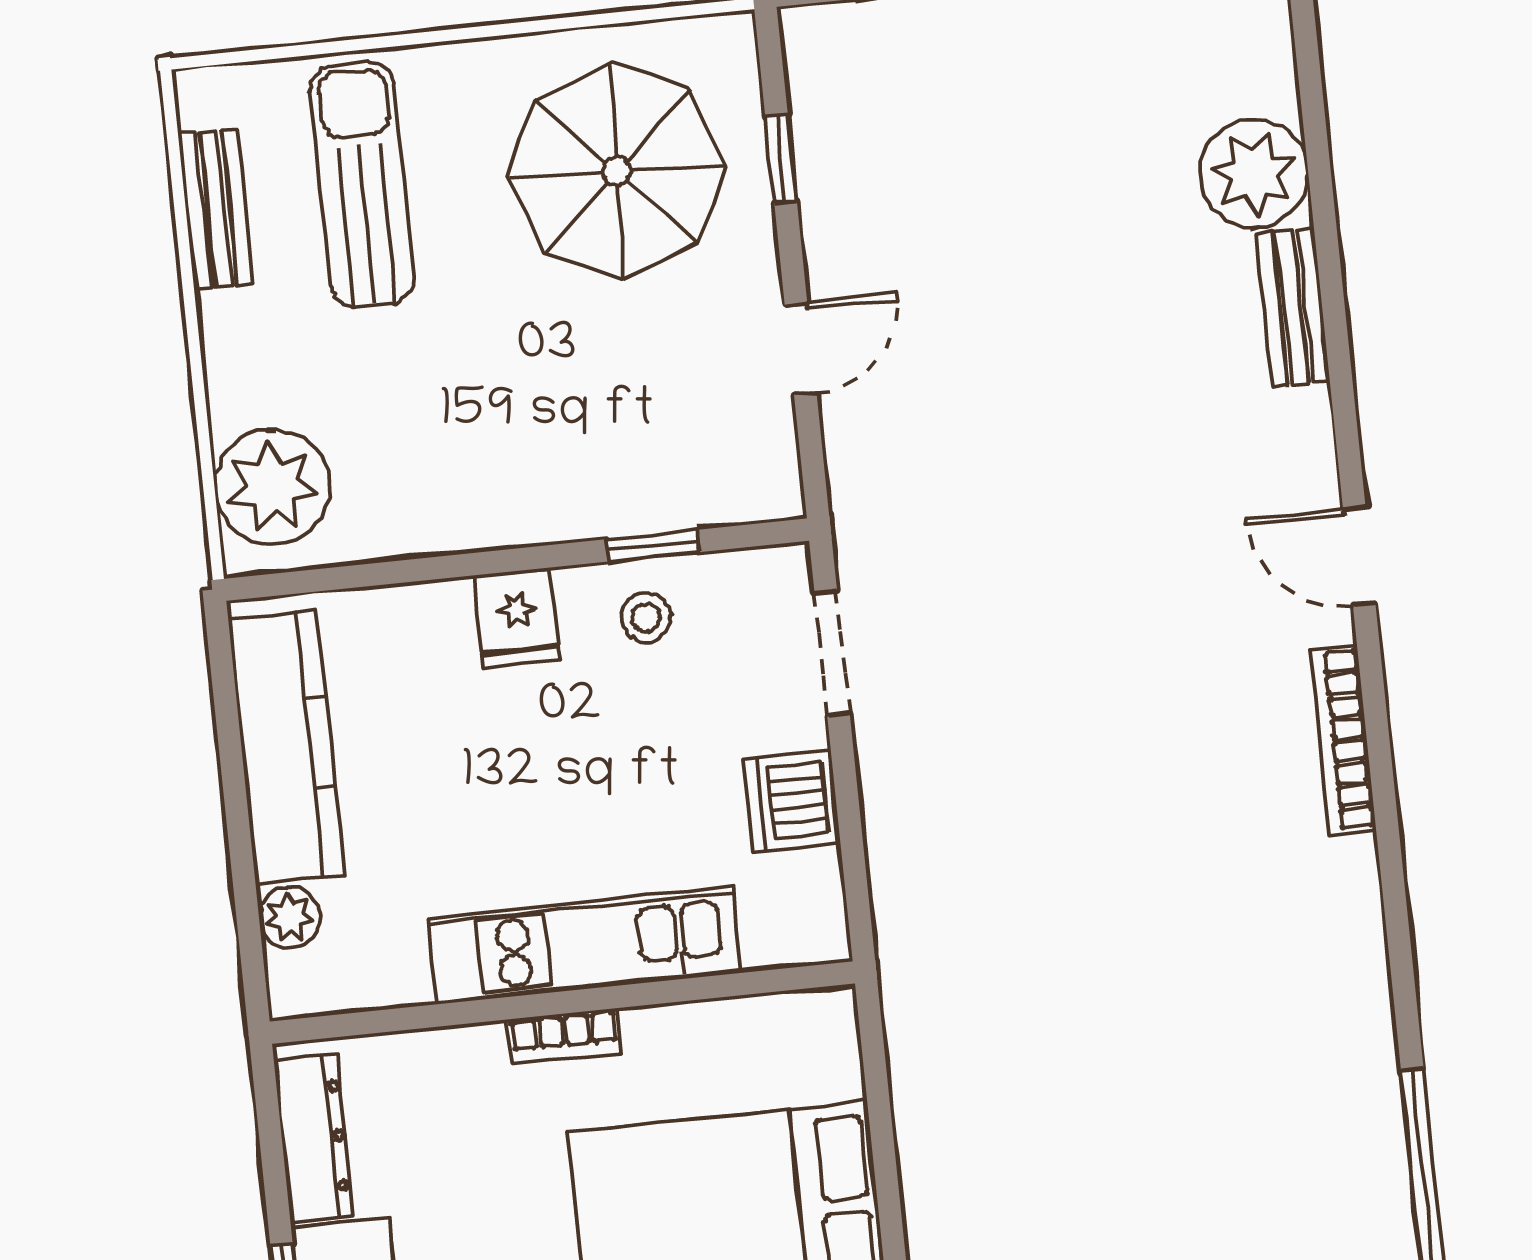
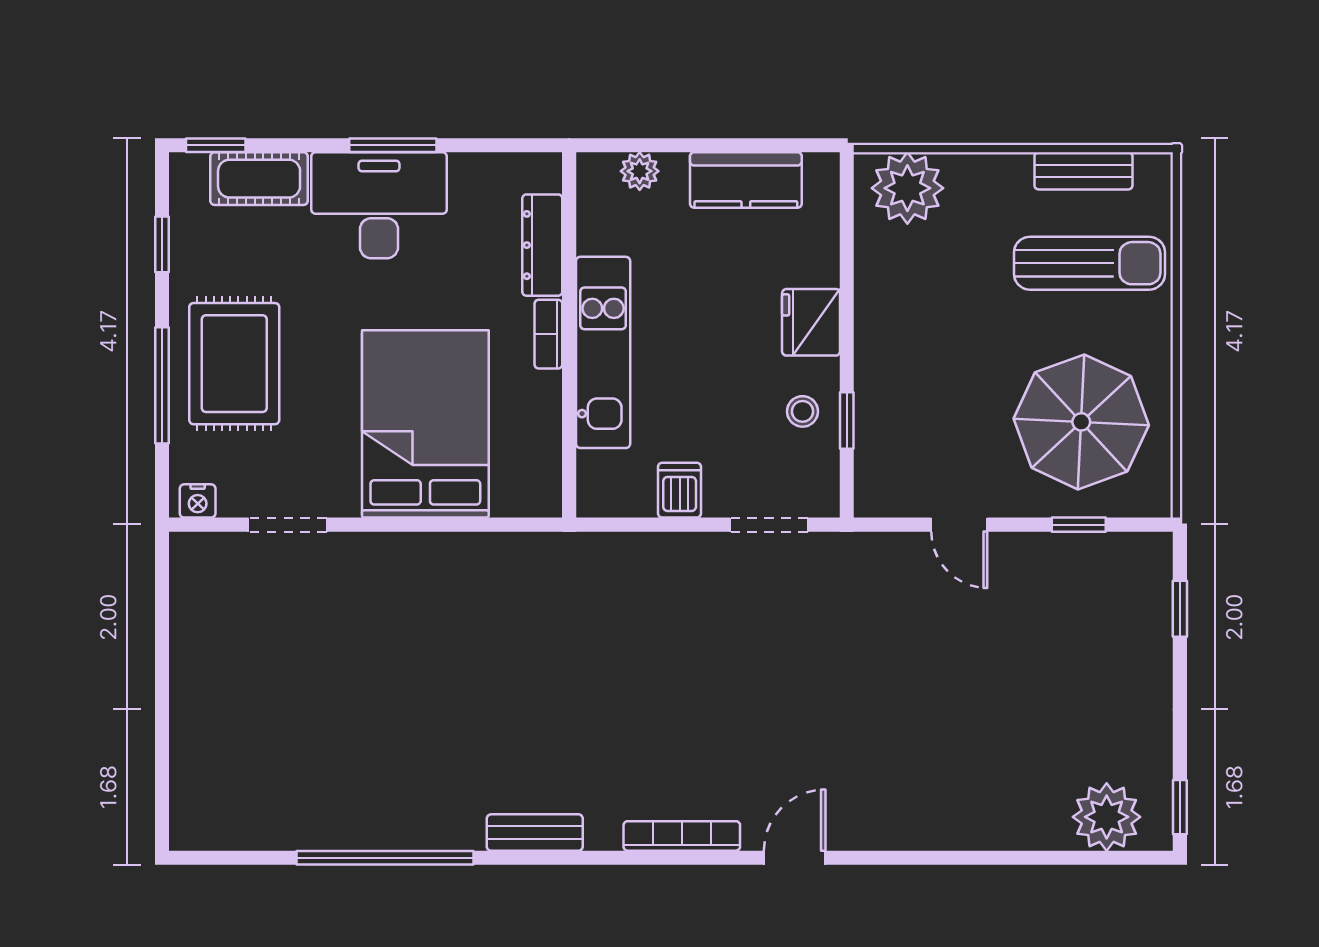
plant: (1254, 174) -> (1107, 817), moved
bench: (1293, 307) -> (535, 833), moved
fridge: (517, 617) -> (811, 322), width x1.38
kitchen counter: (286, 746) -> (746, 180), width x0.67
dishwasher: (792, 801) -> (680, 490), width x0.73
dresser: (314, 1138) -> (542, 245), moved, turned 90

